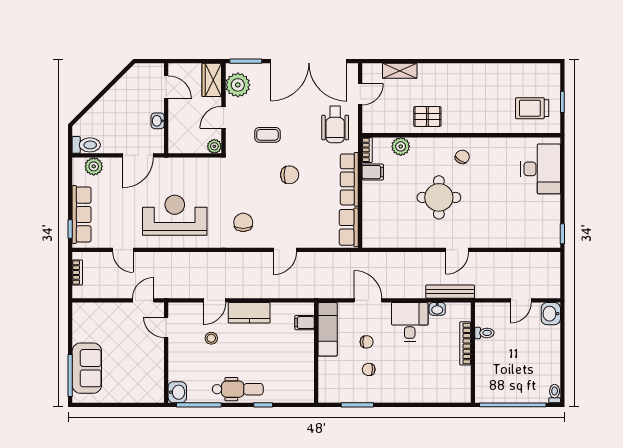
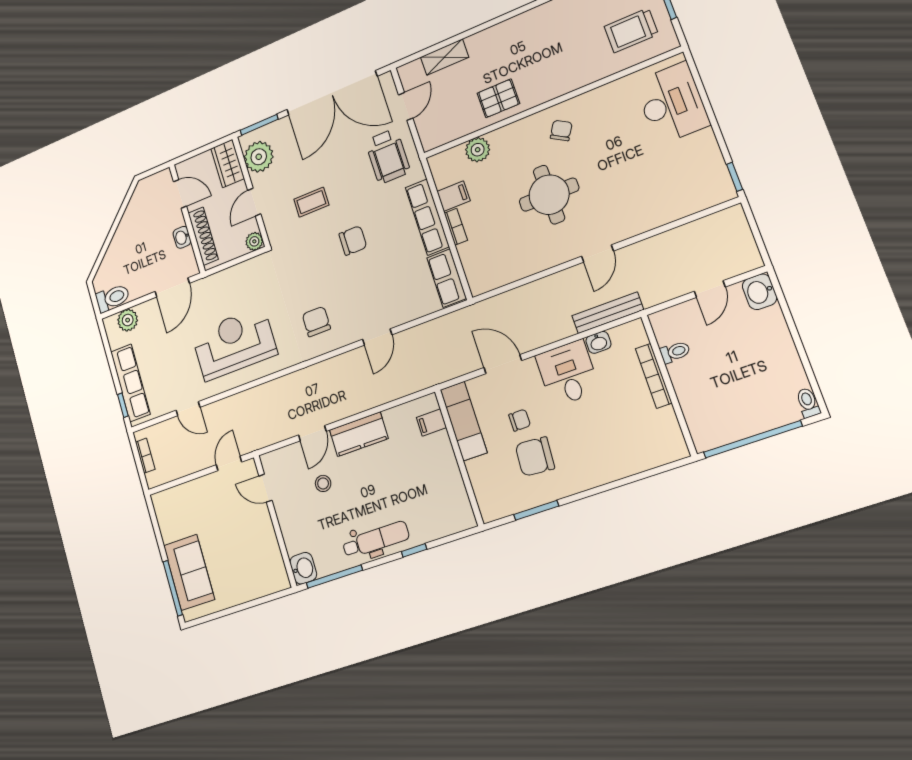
shoe rack: (175, 127) -> (203, 236), added
bookcase: (367, 150) -> (456, 227), moved
chair: (369, 369) -> (535, 457), width x1.87, depth x1.87

